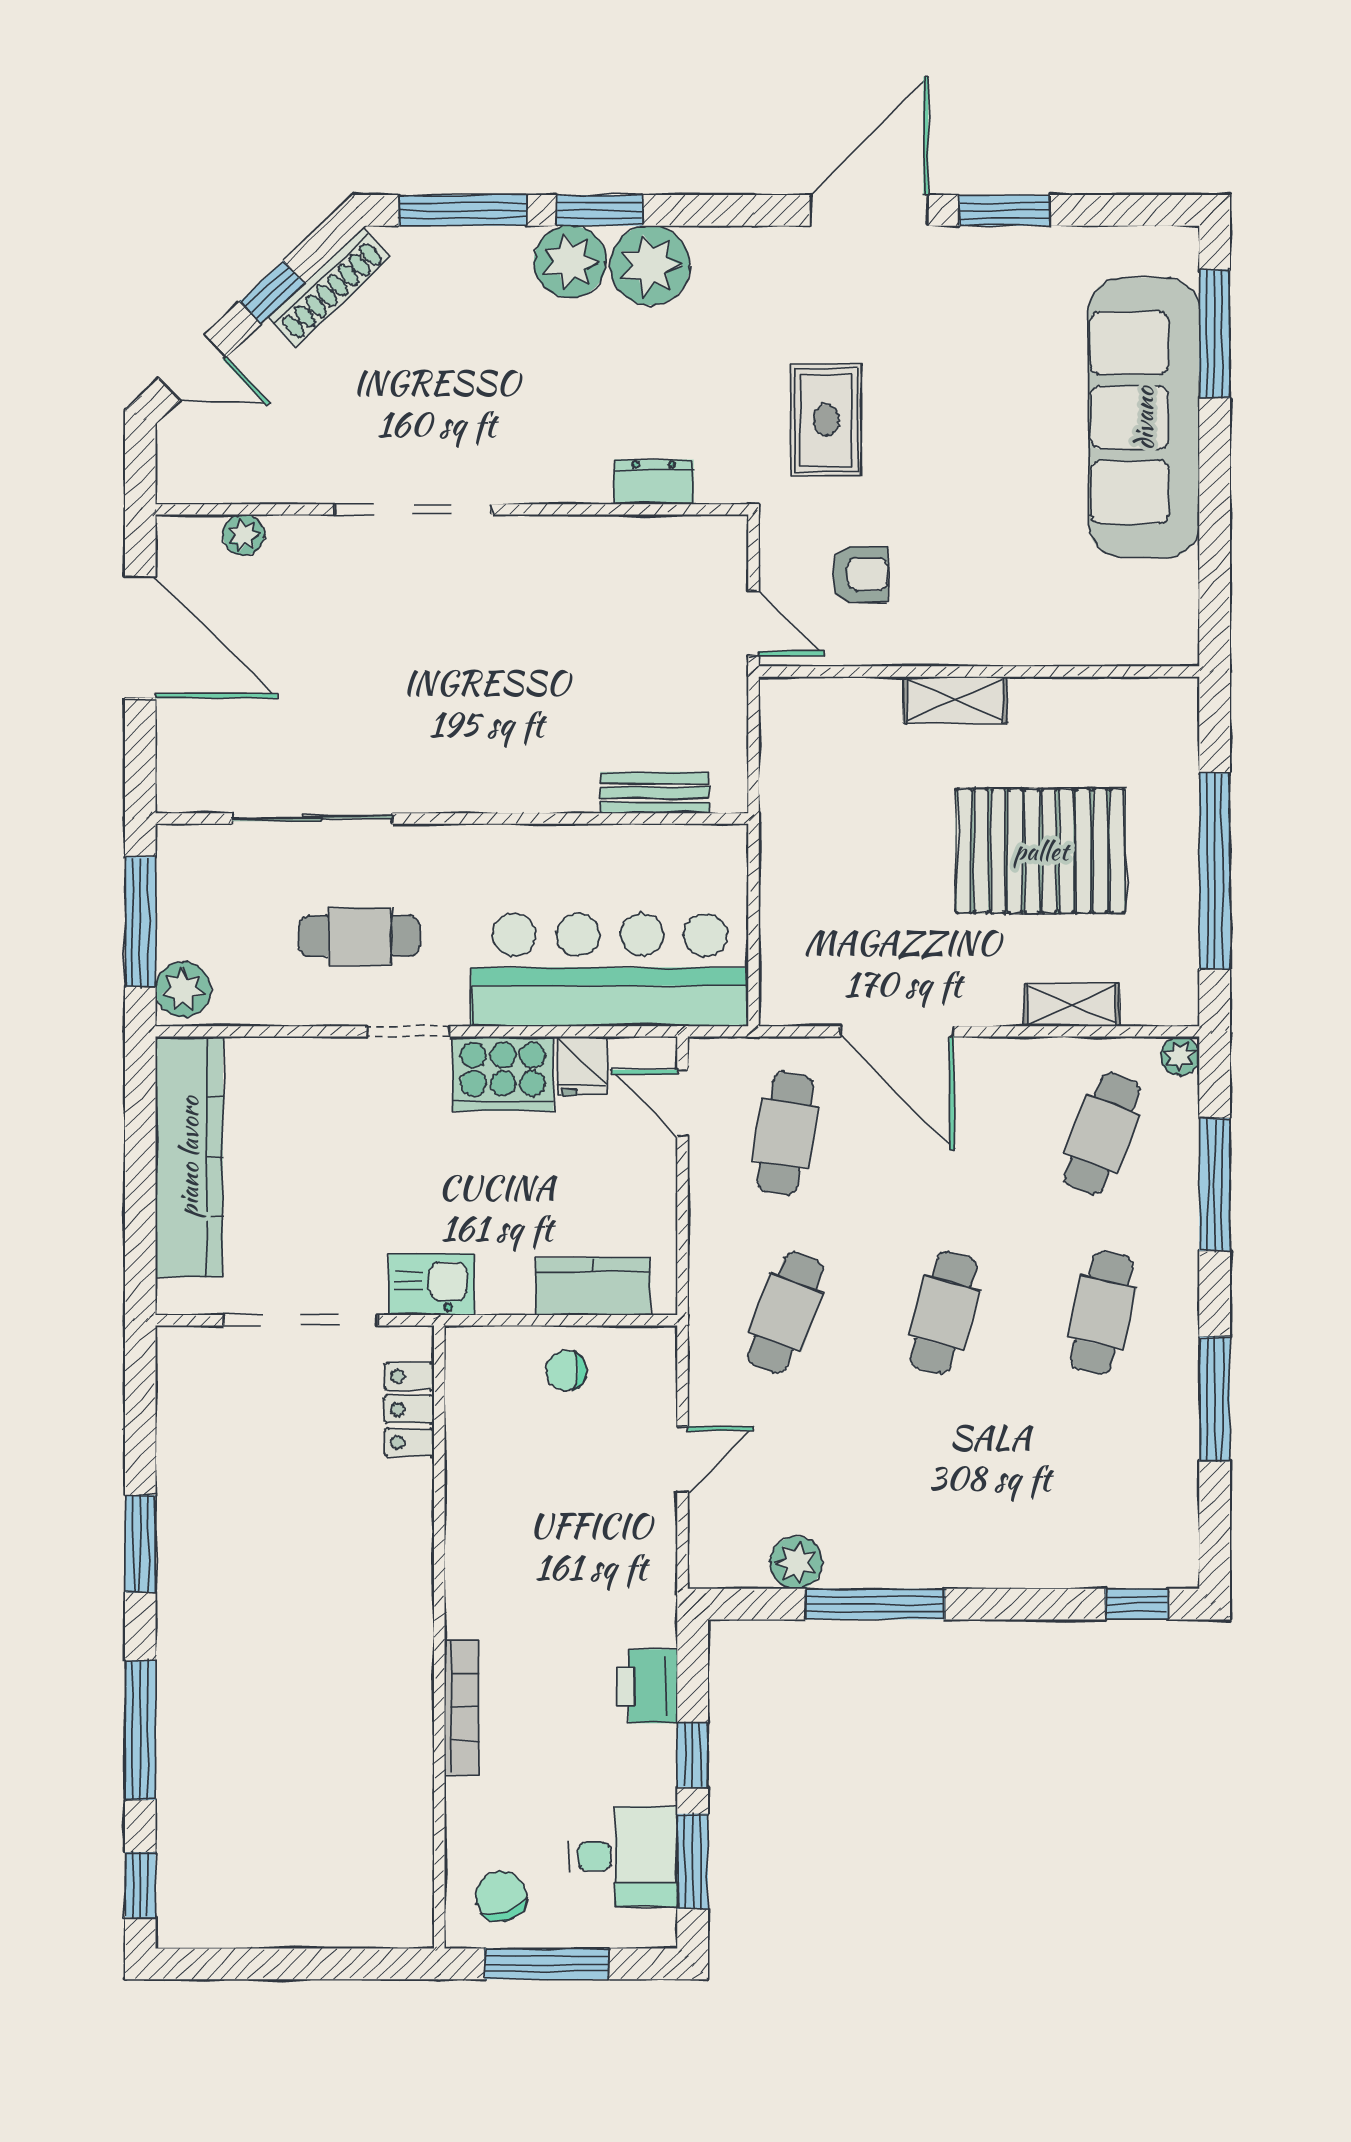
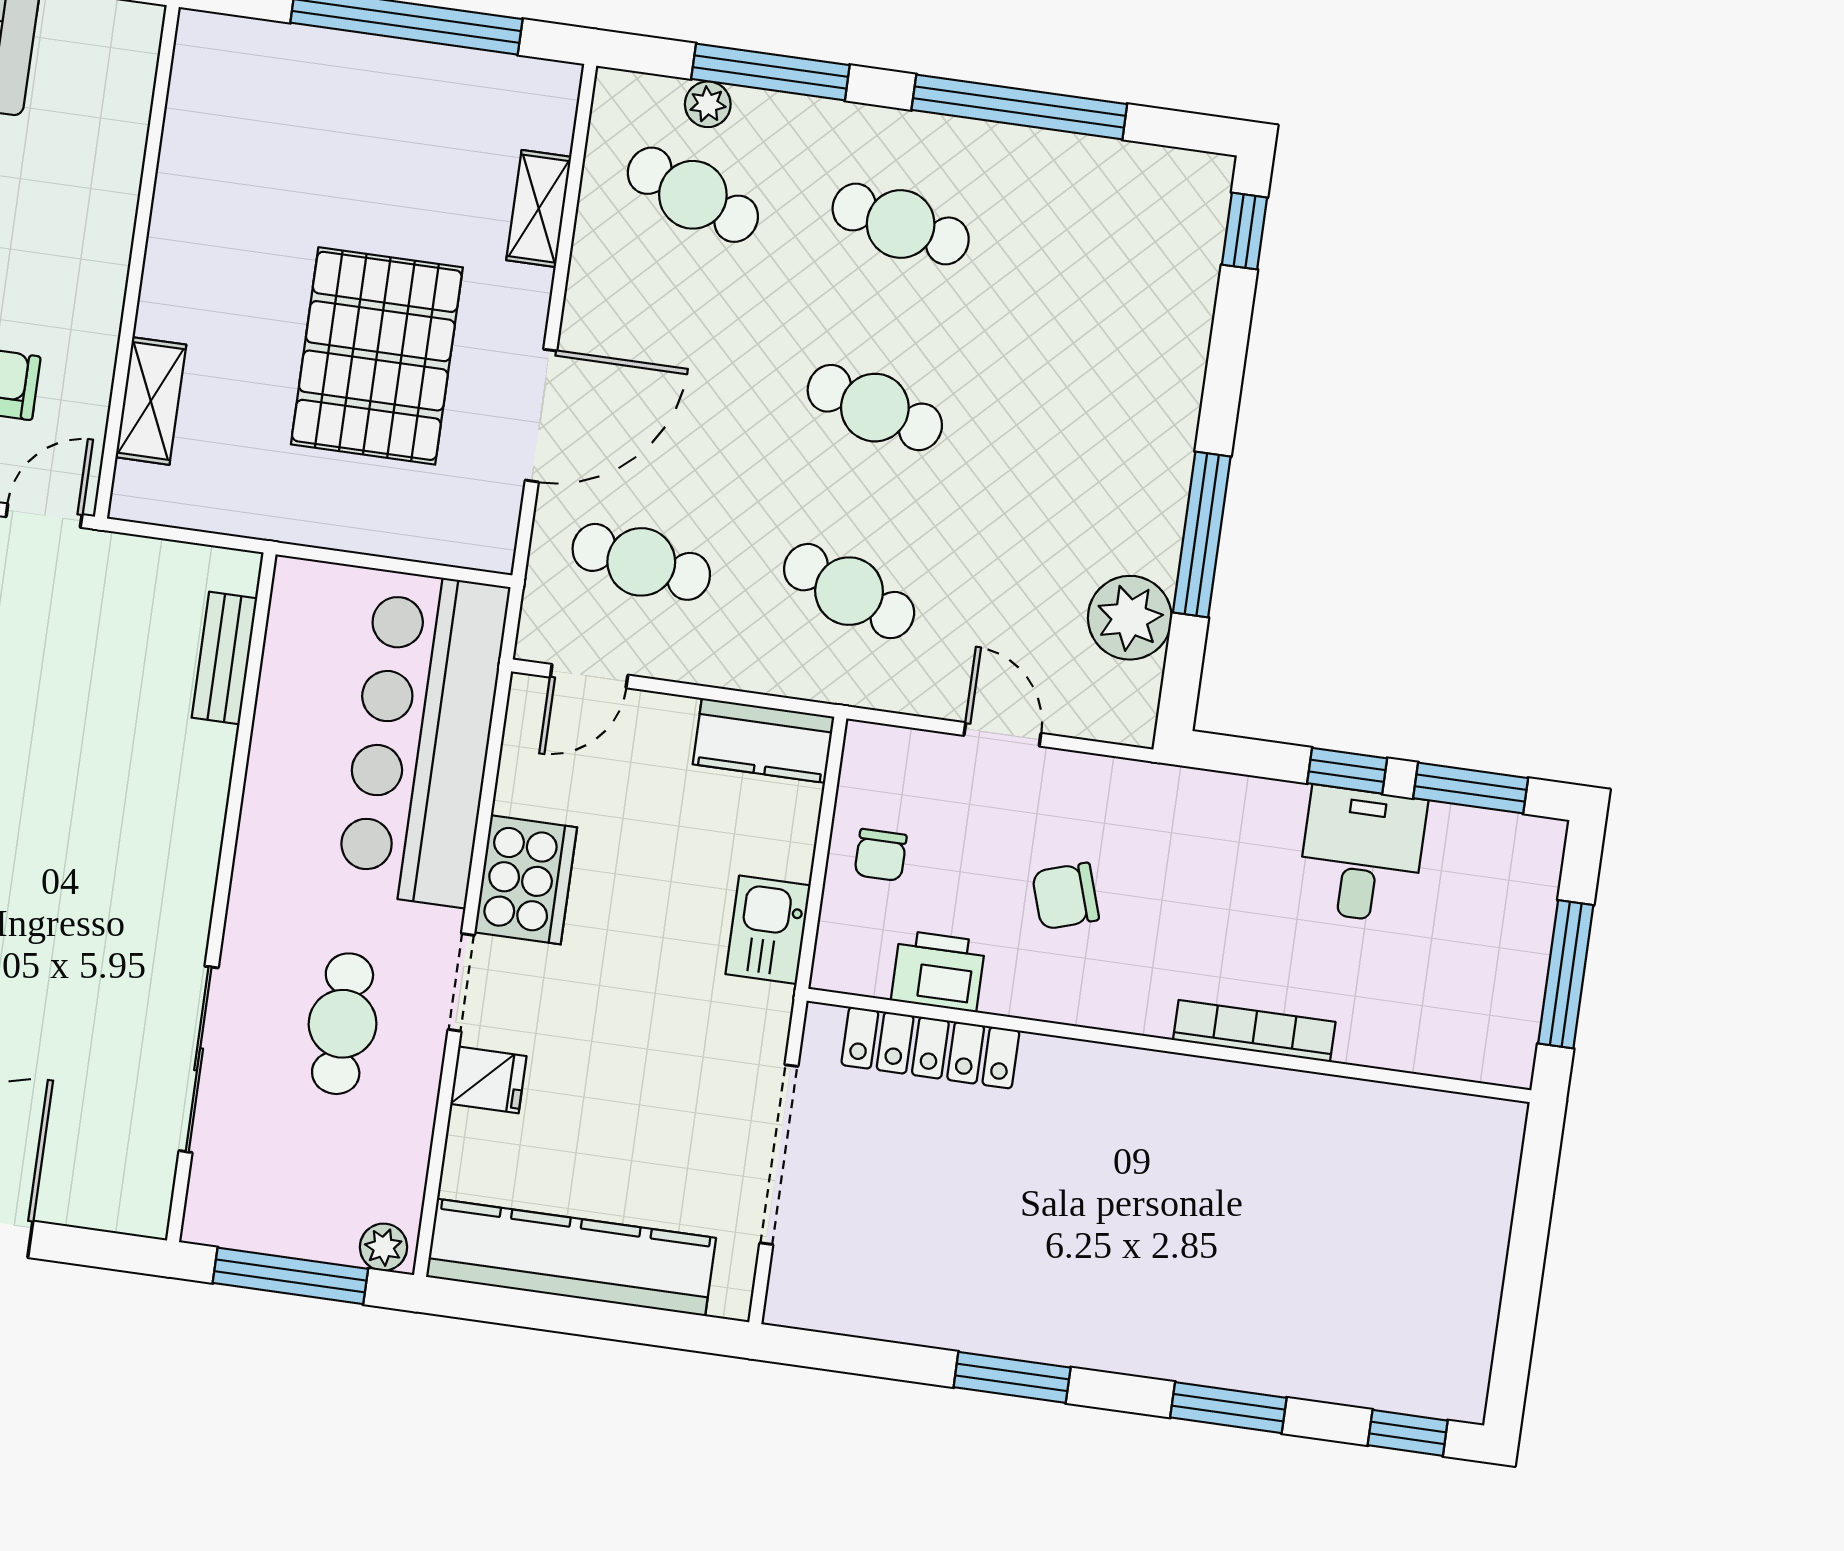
shelving: (955, 700) -> (151, 401), moved
pallet: (1041, 851) -> (377, 356), moved
plant: (183, 990) -> (383, 1247), width x0.73, depth x0.73
plant: (1180, 1056) -> (708, 104), moved
fridge: (582, 1066) -> (488, 1080), moved
kitchen sink: (431, 1284) -> (768, 930), moved
kitchen counter: (593, 1287) -> (763, 740), moved, turned -90
window: (1215, 1399) -> (1019, 107), width x1.46
locker: (409, 1409) -> (930, 1048), width x1.53
plant: (796, 1563) -> (1130, 618), width x1.36, depth x1.36
printer: (647, 1686) -> (938, 971), moved, turned 180
window: (140, 1730) -> (1228, 1408), width x0.69
desk: (623, 1856) -> (1362, 855), moved
chair: (501, 1896) -> (1065, 896), moved

